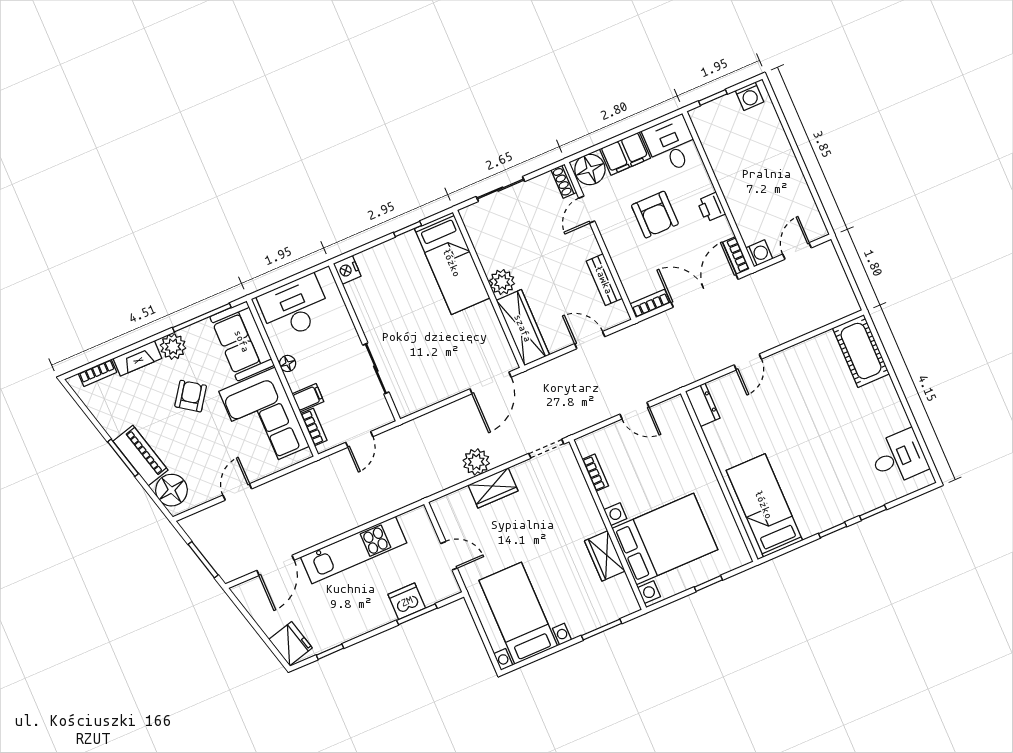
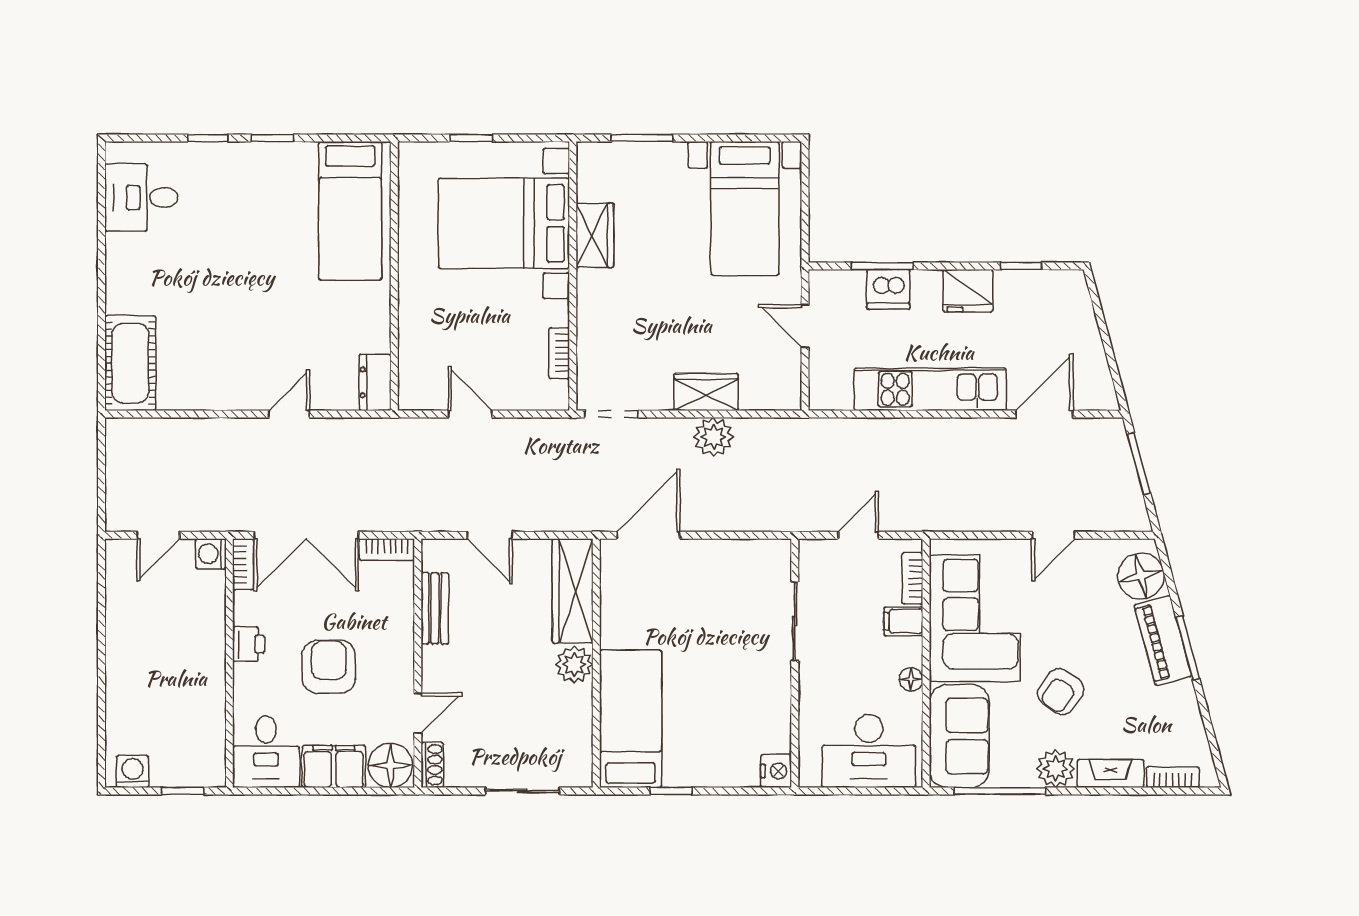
fridge: (291, 644) -> (968, 291), moved, turned -75

